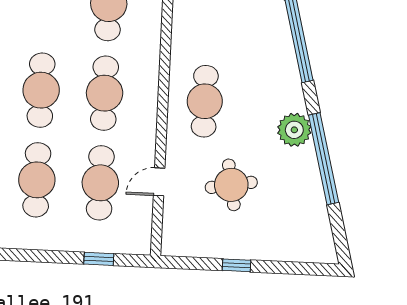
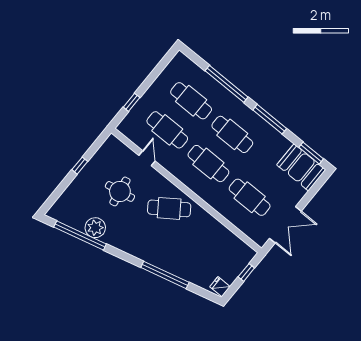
cafe table: (205, 101) -> (169, 208), turned -35
plant: (294, 130) -> (95, 228), moved
window: (324, 159) -> (80, 236), moved

